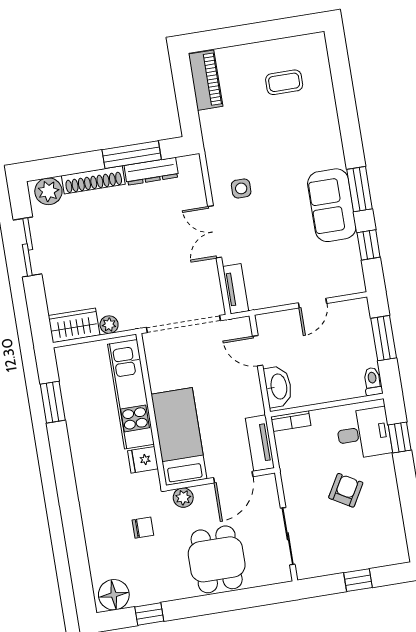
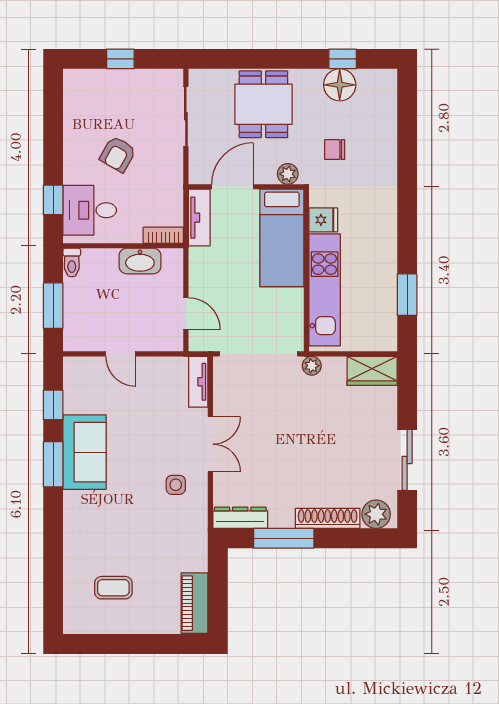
dresser: (151, 171) -> (240, 518), moved
door: (313, 303) -> (121, 354), swing flipped
plant: (109, 325) -> (312, 366), moved
washbasin: (278, 387) -> (140, 261), moved, turned -90
floor lamp: (114, 595) -> (340, 85), moved

